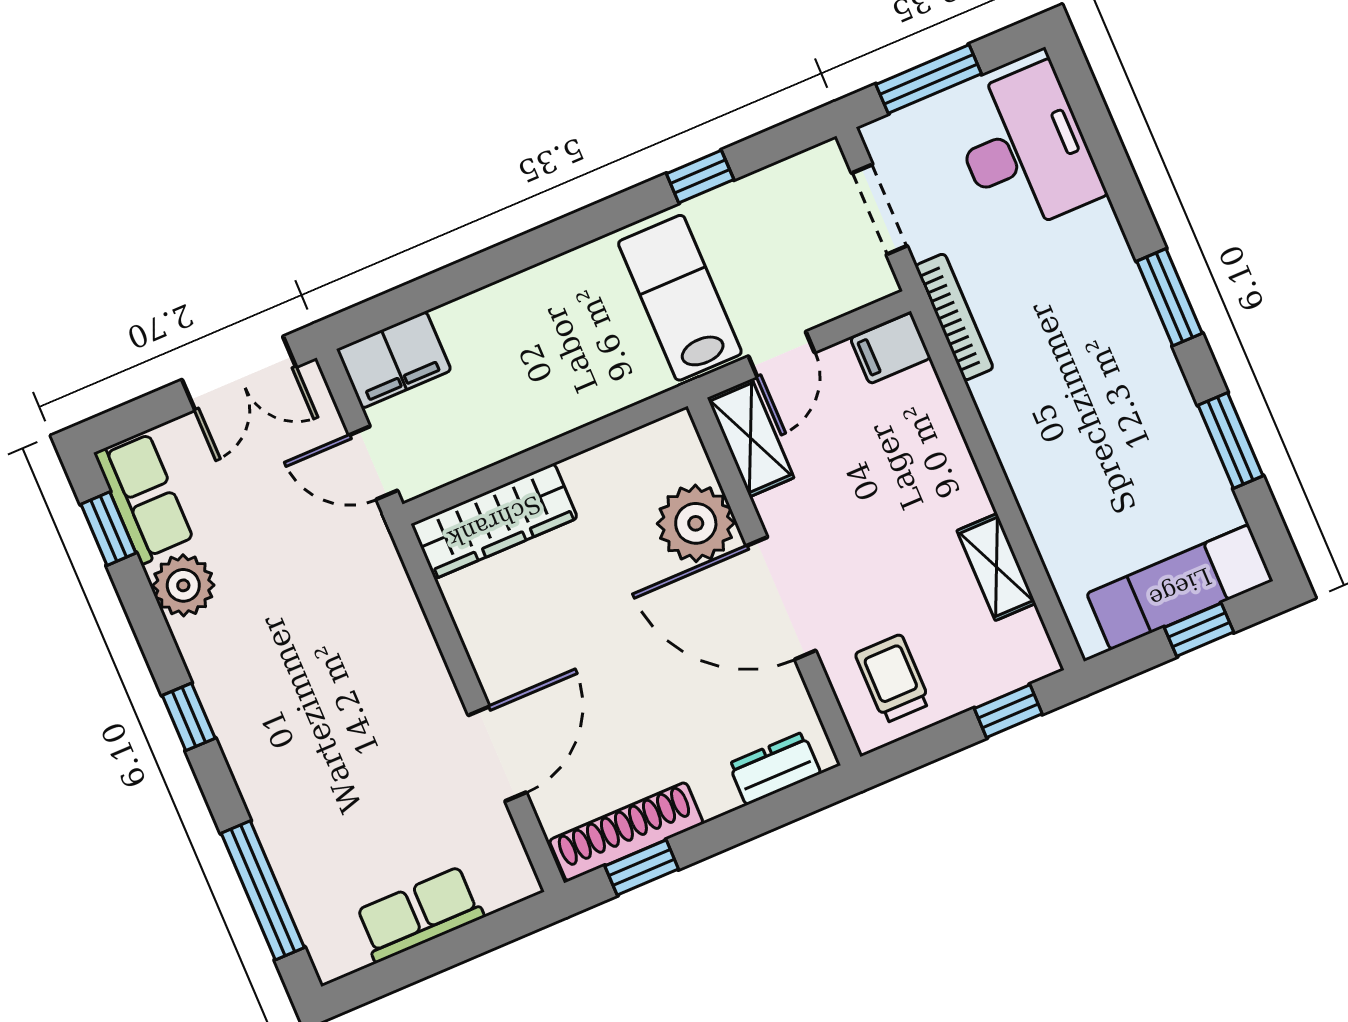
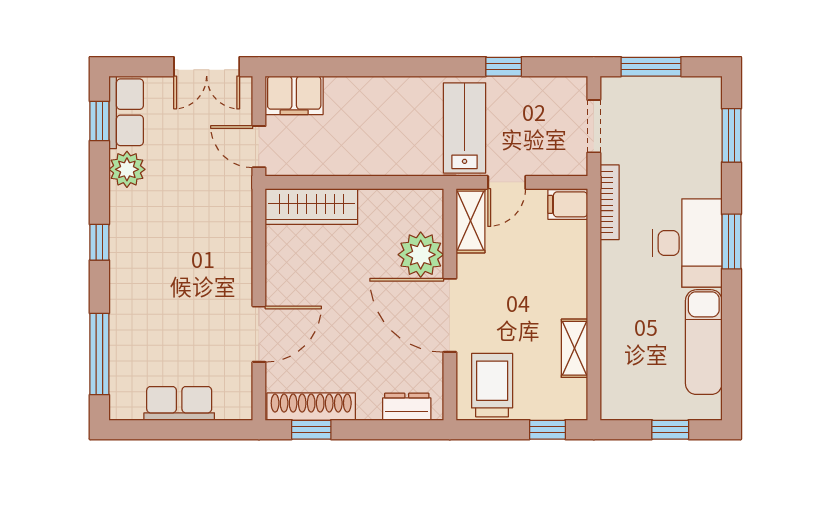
desk: (1025, 149) -> (687, 243), moved
window: (1231, 441) -> (731, 135), moved
exam couch: (1180, 587) -> (704, 342), moved, turned -90
trolley: (893, 679) -> (492, 385), width x1.36, depth x1.39

